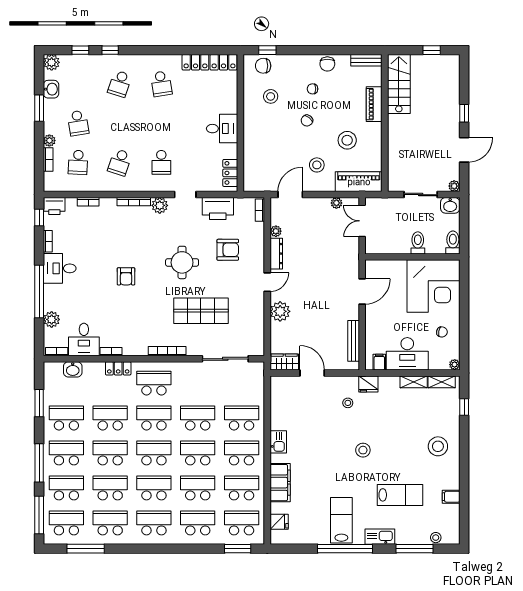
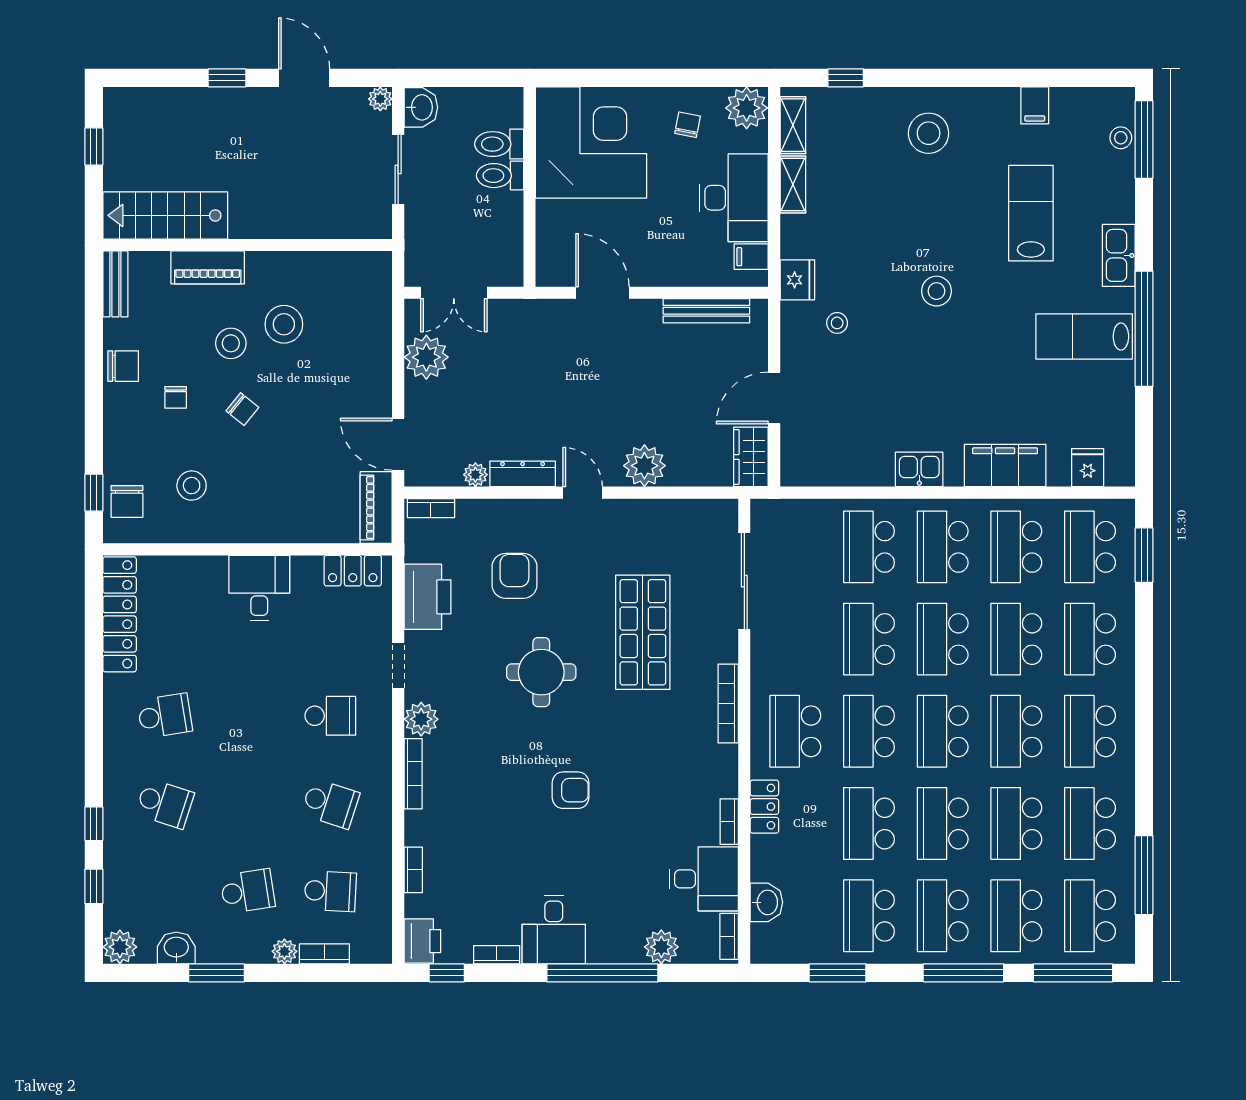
stool: (317, 165) -> (231, 343), moved
piano: (359, 182) -> (376, 507), moved, width x0.73, depth x0.75
plant: (336, 203) -> (426, 357), width x1.88, depth x1.88
toilet: (453, 242) -> (499, 144), moved
plant: (455, 365) -> (747, 108), width x1.88, depth x1.88
window: (415, 549) -> (1144, 139), moved

